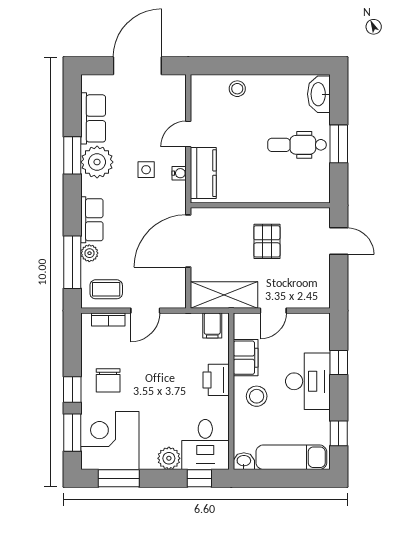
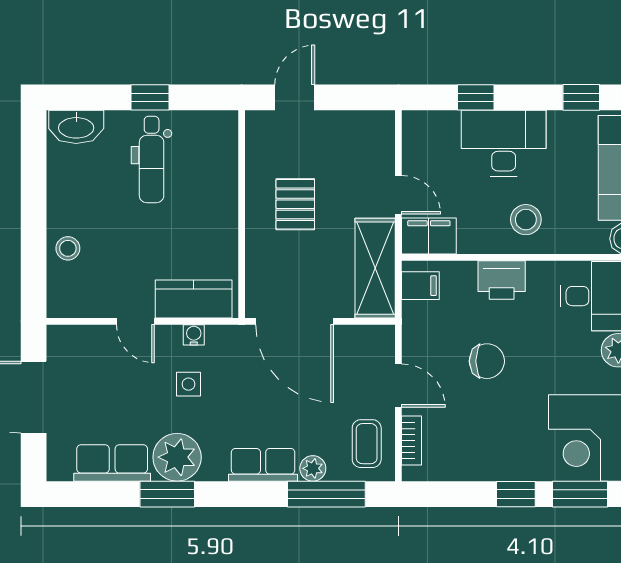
window: (339, 144) -> (150, 97), width x0.67
pallet: (267, 241) -> (295, 204), turned 90
filing cabinet: (246, 358) -> (429, 236), moved
chair: (108, 380) -> (487, 361), moved

